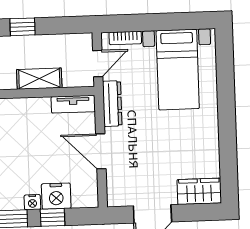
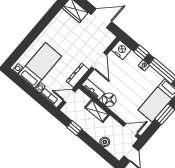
window: (22, 27) -> (74, 128), moved
floor lamp: (37, 110) -> (109, 100), added
nightstand: (56, 196) -> (121, 50), moved

